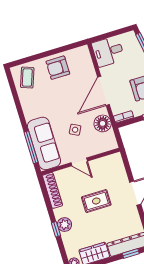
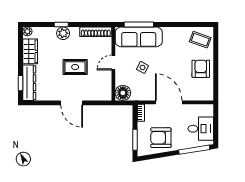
desk: (108, 51) -> (201, 129), moved, turned 90
floor lamp: (103, 123) -> (123, 93), moved
rug: (96, 201) -> (75, 67), turned 90

